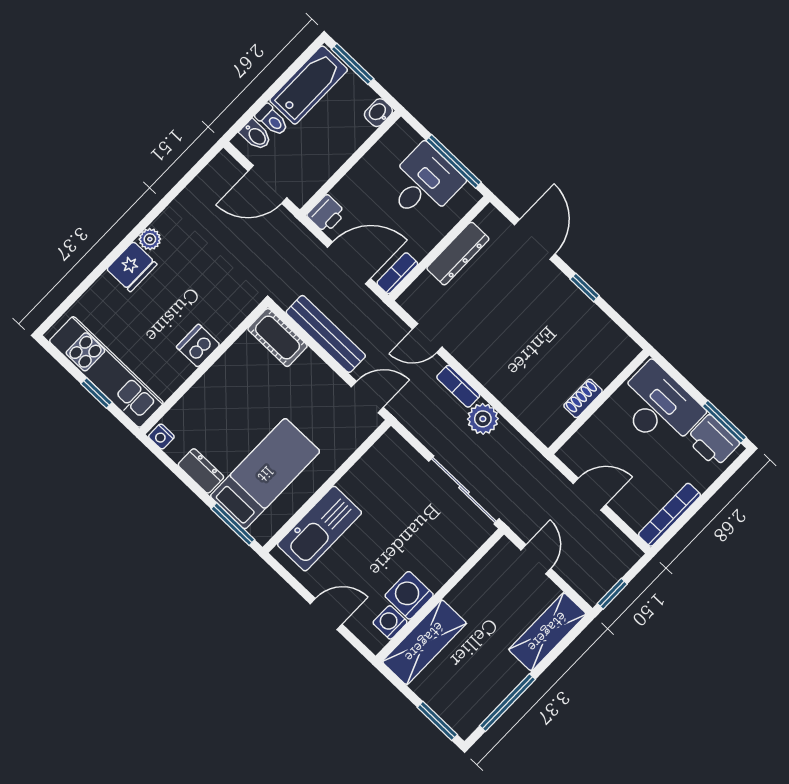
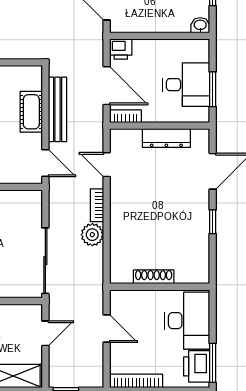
window: (454, 161) -> (213, 89), width x0.69
cot: (278, 337) -> (31, 112), moved
shoe rack: (583, 398) -> (154, 277), width x1.43

